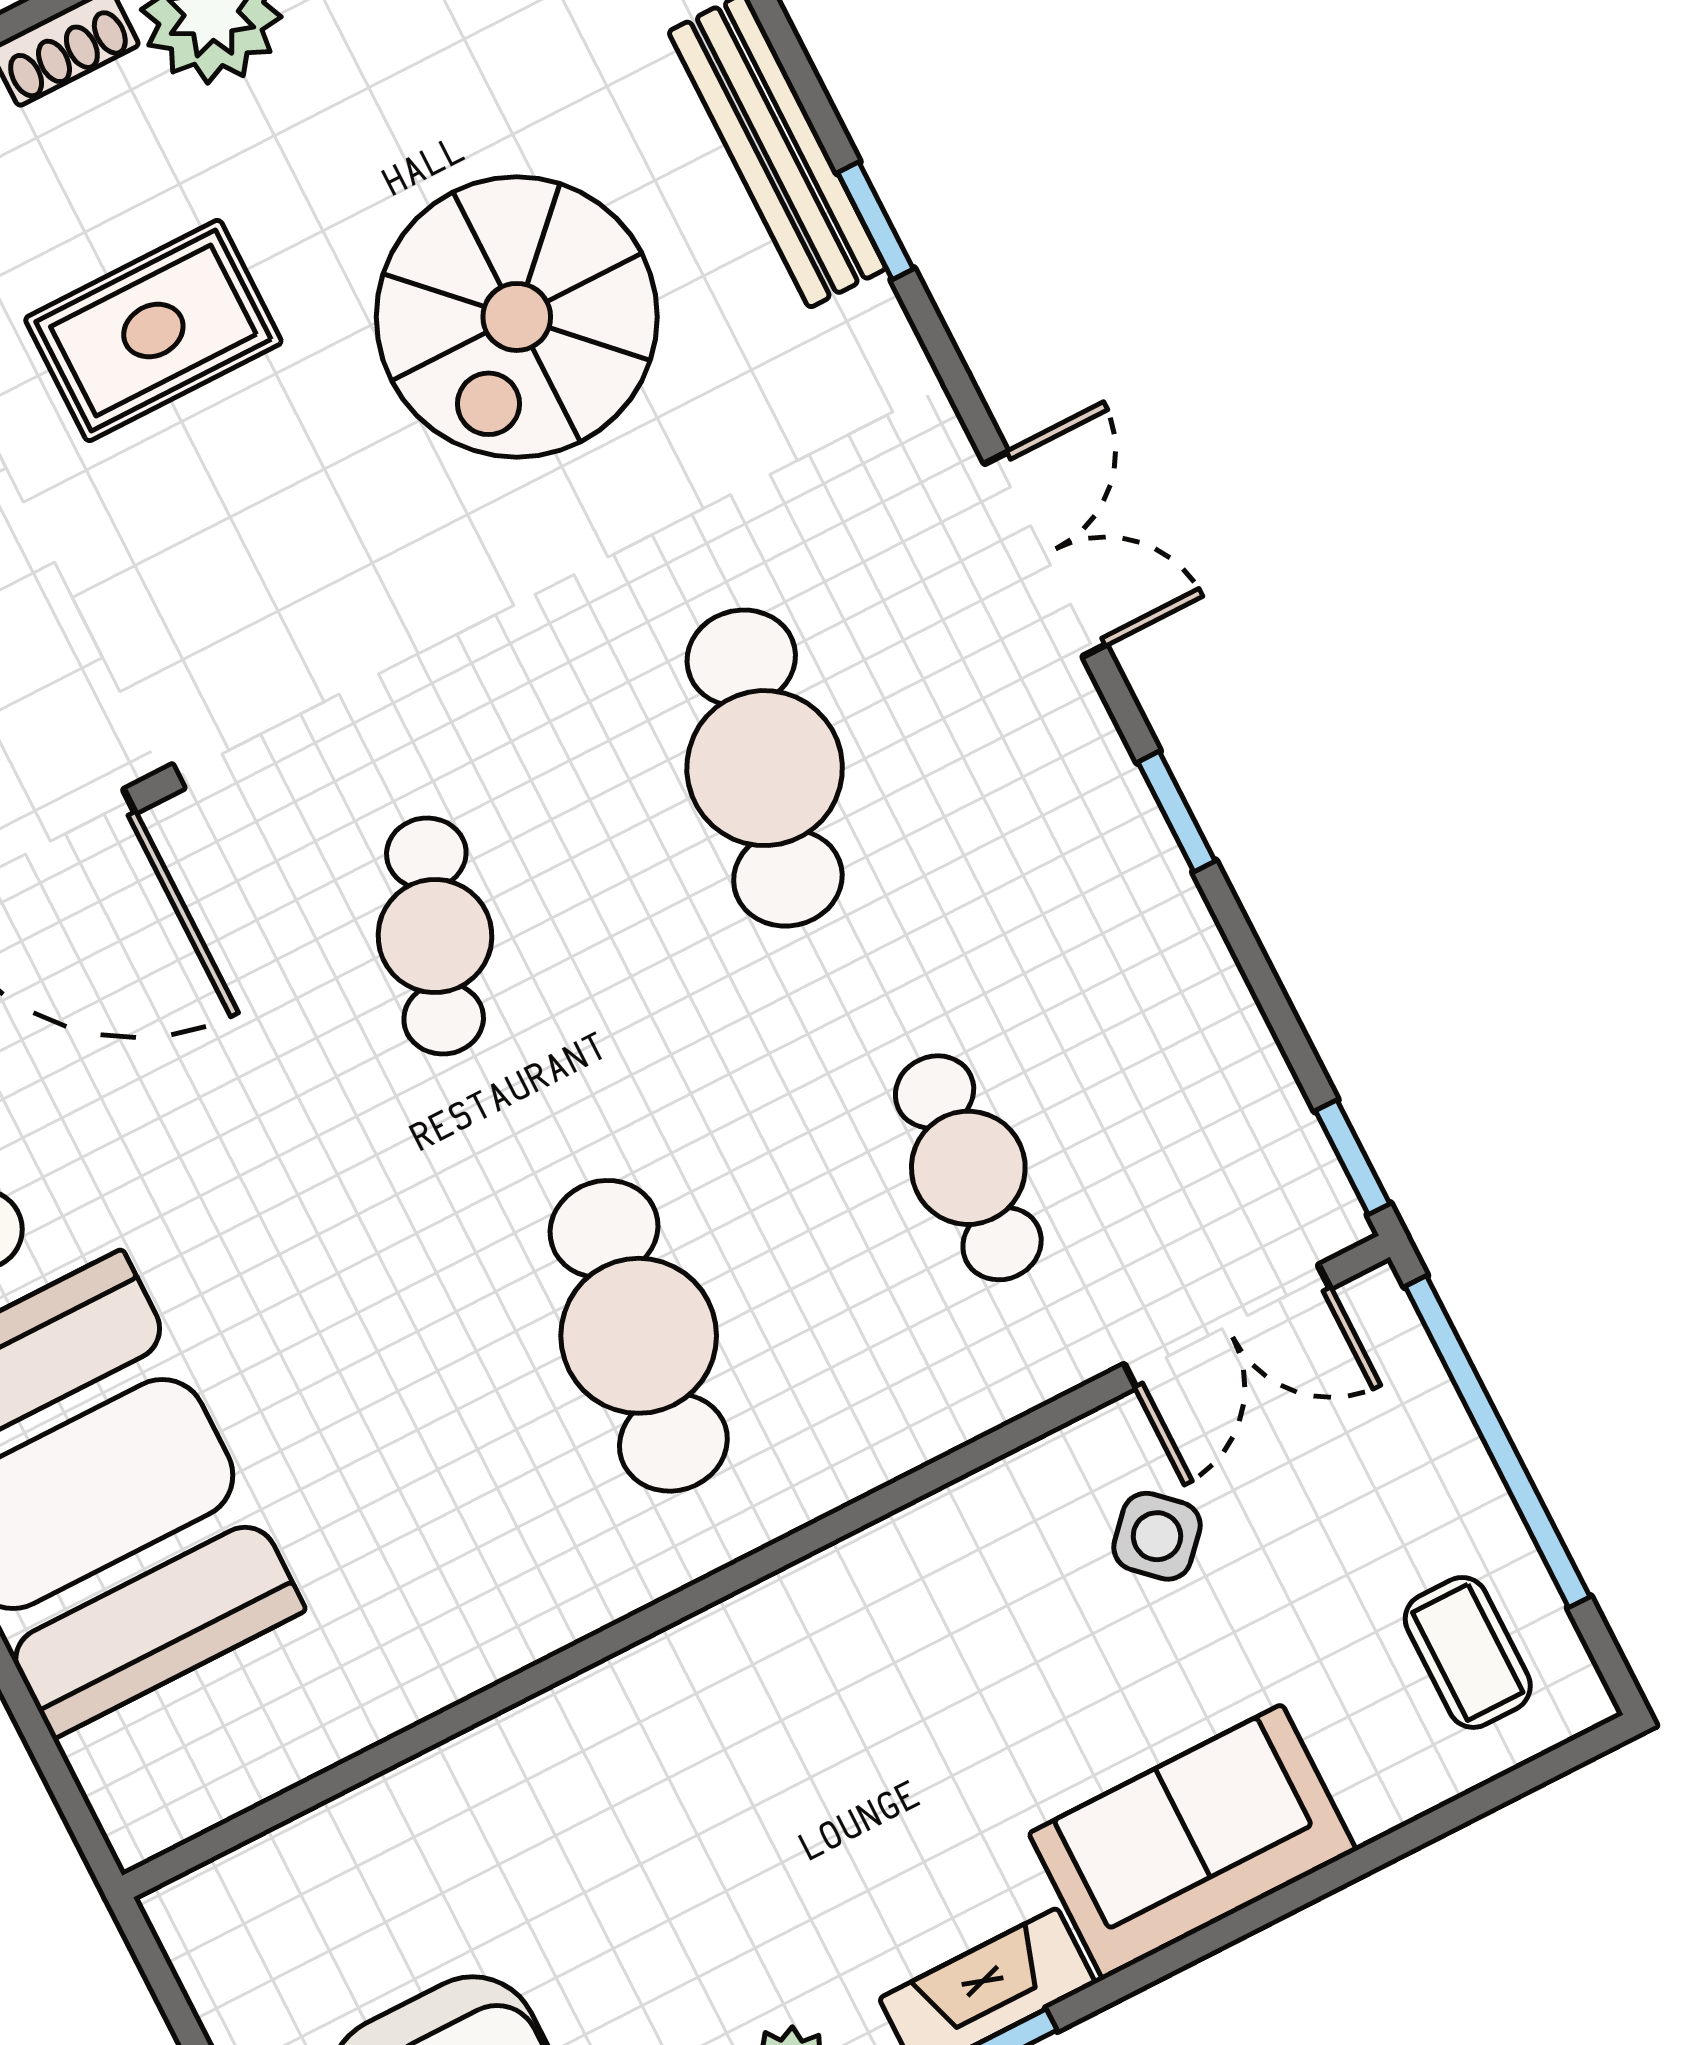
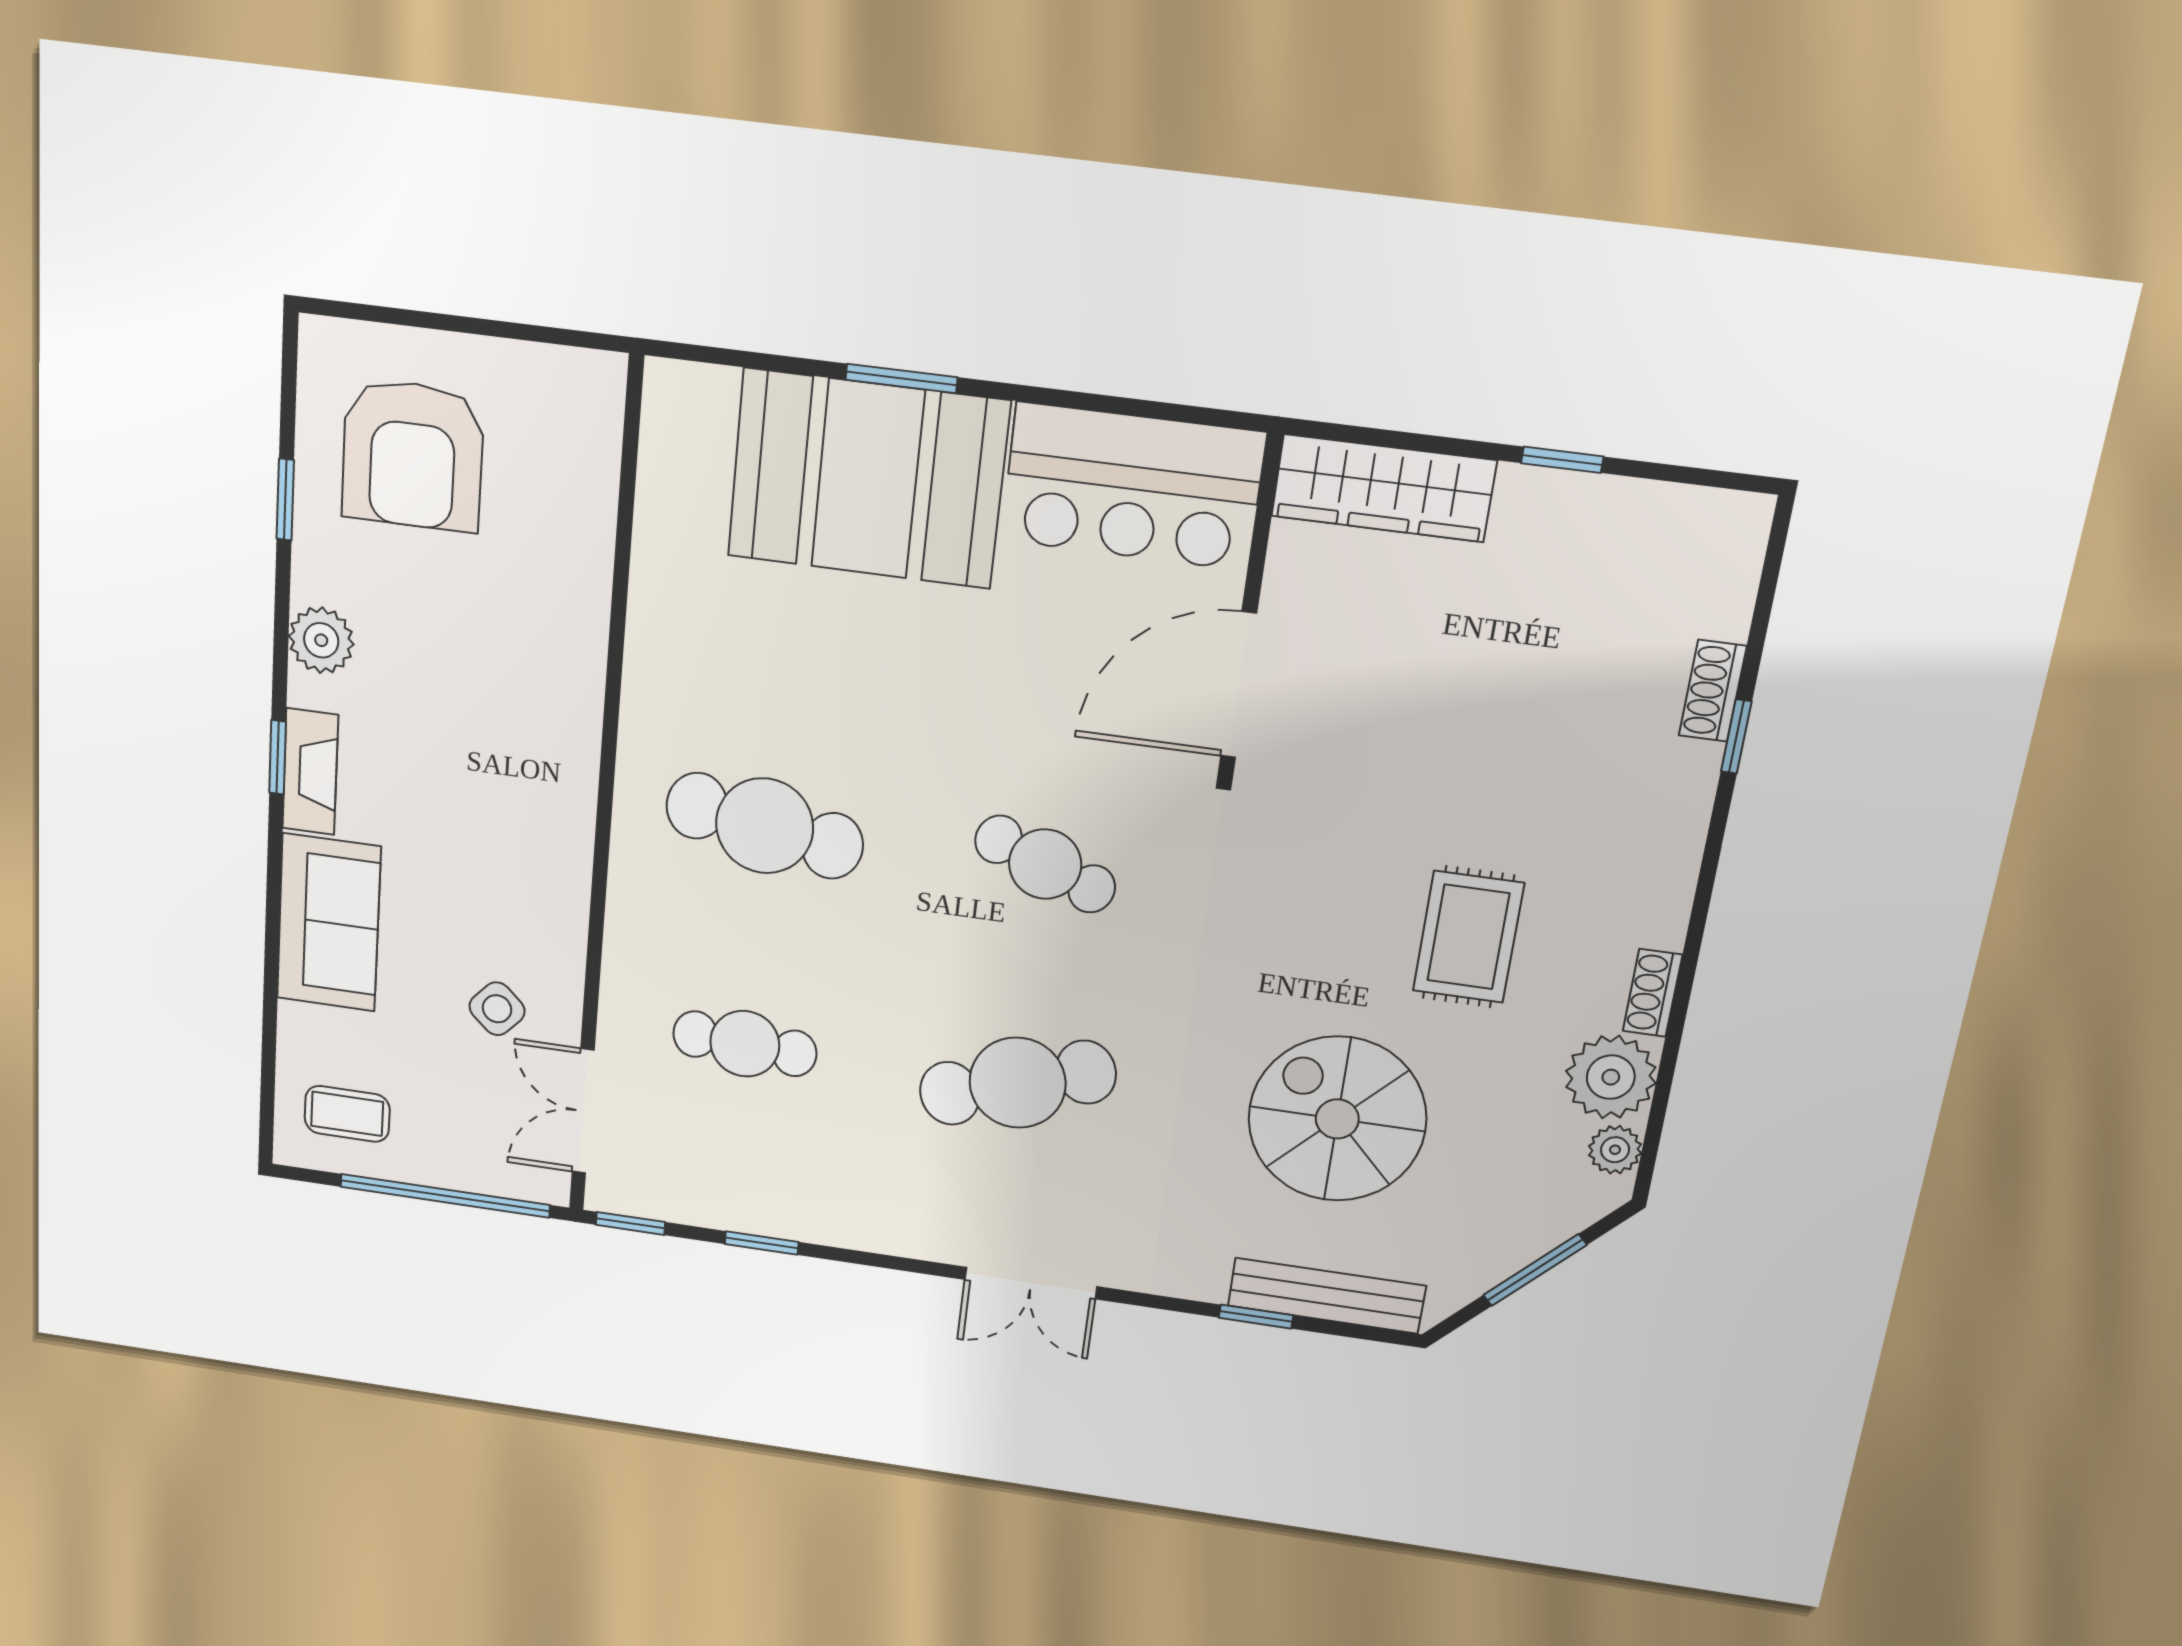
cafe table: (765, 768) -> (1018, 1083), turned -33
window: (1176, 812) -> (762, 1243), moved

